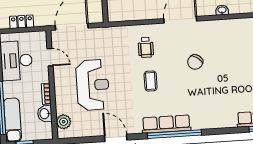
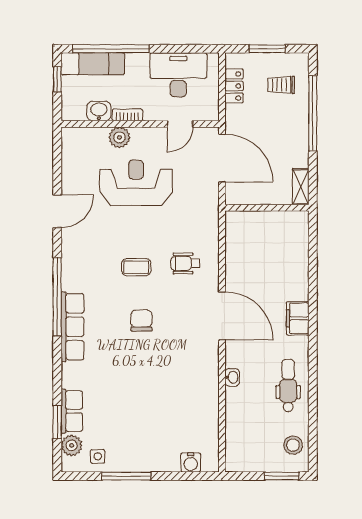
chair: (195, 62) -> (141, 321), moved, turned 53
reception desk: (93, 85) -> (136, 183), turned 180
plant: (64, 122) -> (119, 137), moved
row of seats: (166, 124) -> (72, 327), moved

